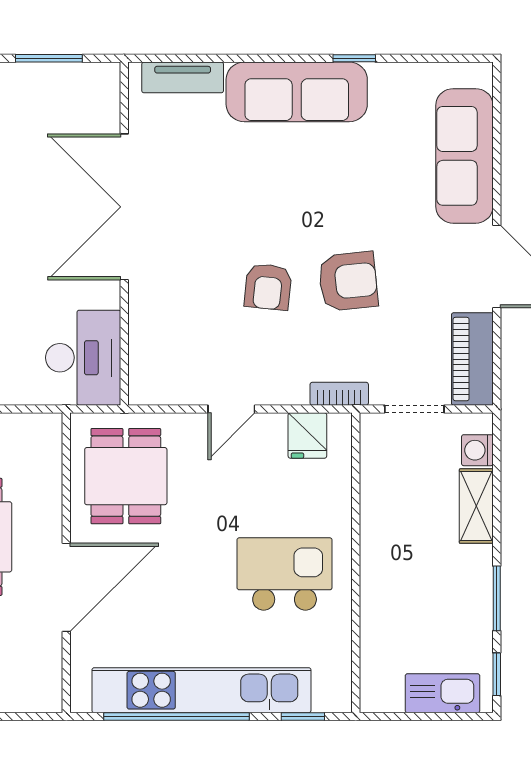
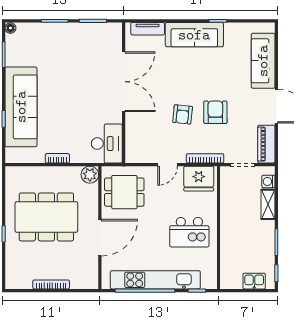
double door: (124, 207) -> (124, 82), swing flipped
armchair: (348, 281) -> (215, 112), turned -84
bookcase: (339, 394) -> (205, 158), width x1.56
plant: (42, 434) -> (90, 175), added
fridge: (307, 435) -> (199, 179), width x1.88, depth x1.34
dining table: (126, 476) -> (124, 192), turned 90
kitchen island: (285, 574) -> (189, 232), turned 180
kitchen sink: (442, 693) -> (254, 281), width x0.73

